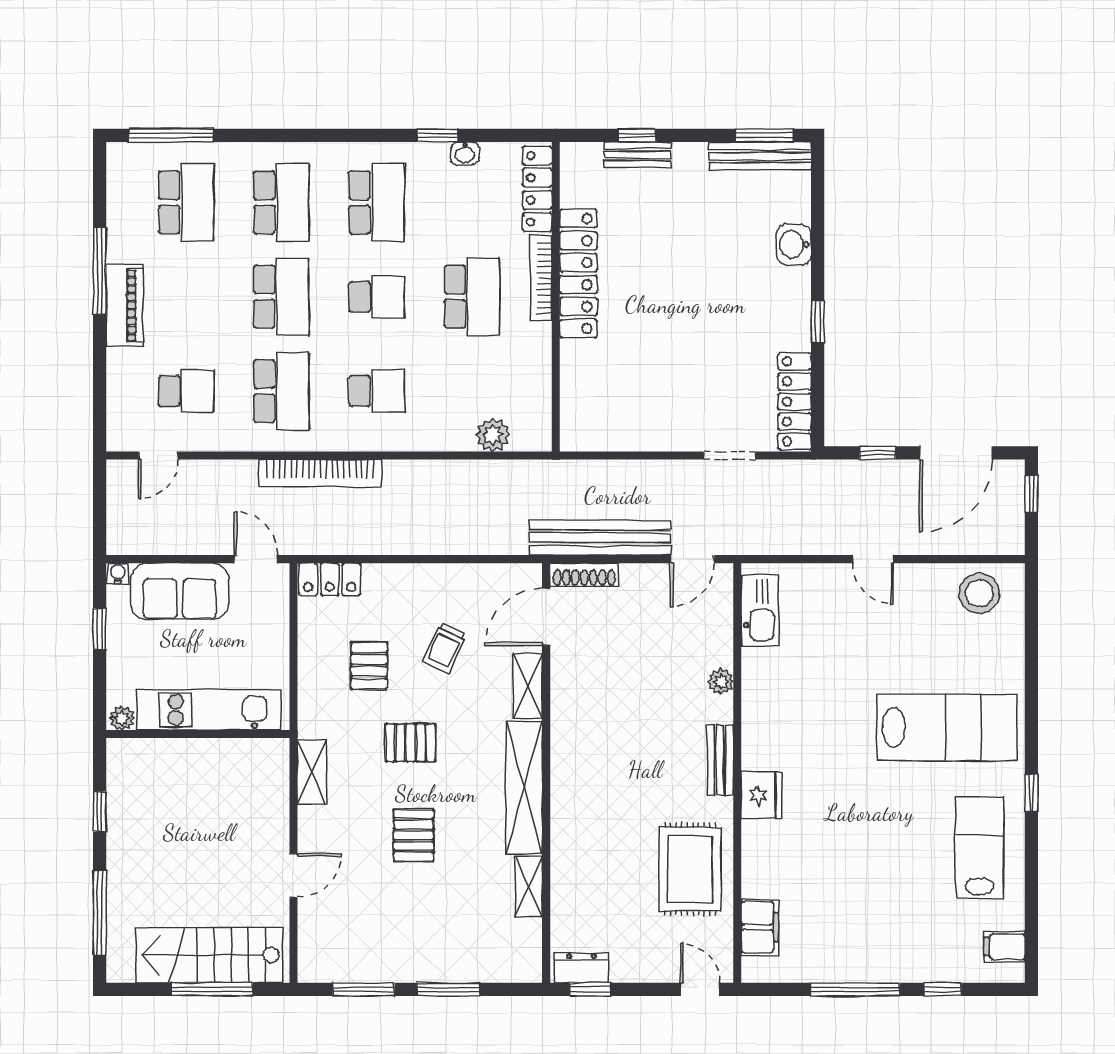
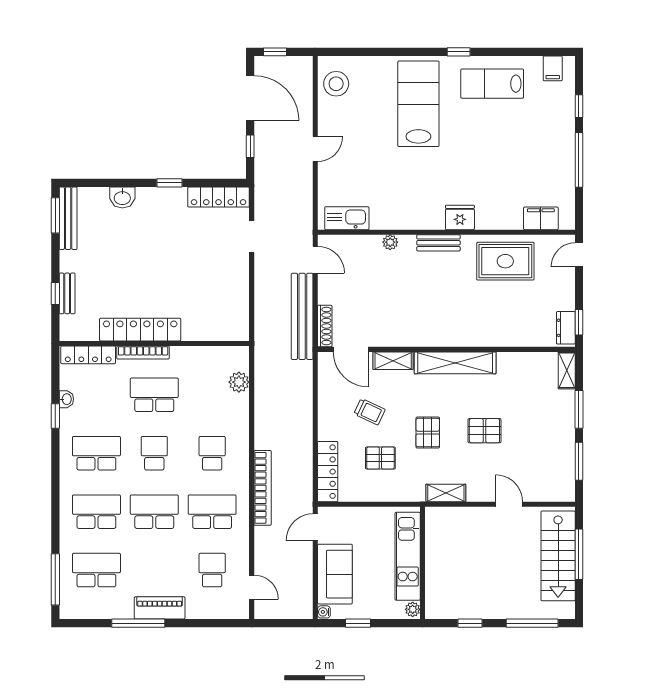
locker: (330, 579) -> (328, 472), width x1.53
shelving: (529, 887) -> (567, 370), moved, turned 90

